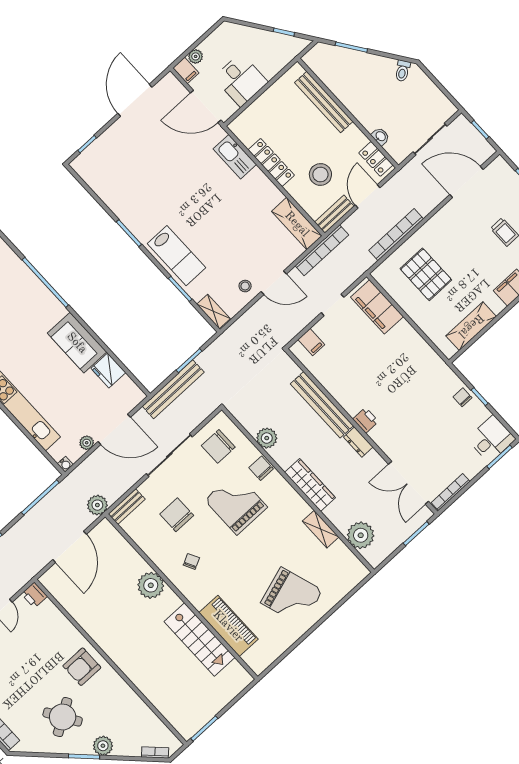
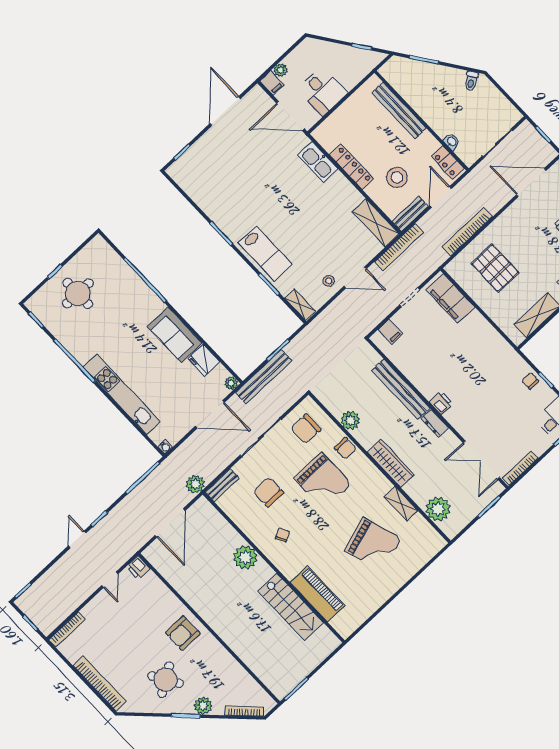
plant: (87, 443) -> (231, 383), moved
chair: (261, 468) -> (345, 448), turned 180
grand piano: (236, 504) -> (323, 481), turned 180
grand piano: (292, 597) -> (373, 545), moved
bookcase: (155, 752) -> (244, 711), width x1.56

